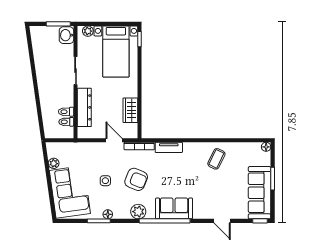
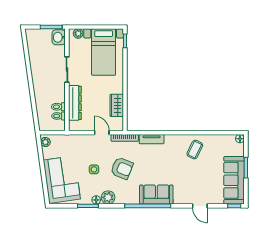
plant: (54, 163) -> (45, 142), moved
plant: (138, 212) -> (108, 197), moved

